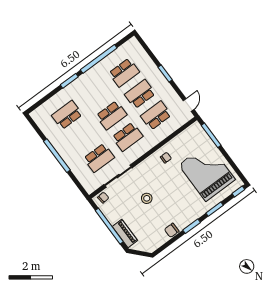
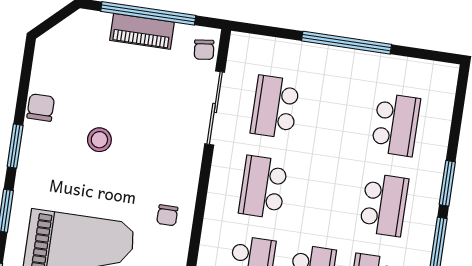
school desk: (111, 115) -> (384, 205), moved, turned 180
stool: (147, 198) -> (99, 140), moved
piano: (125, 233) -> (142, 31), moved

